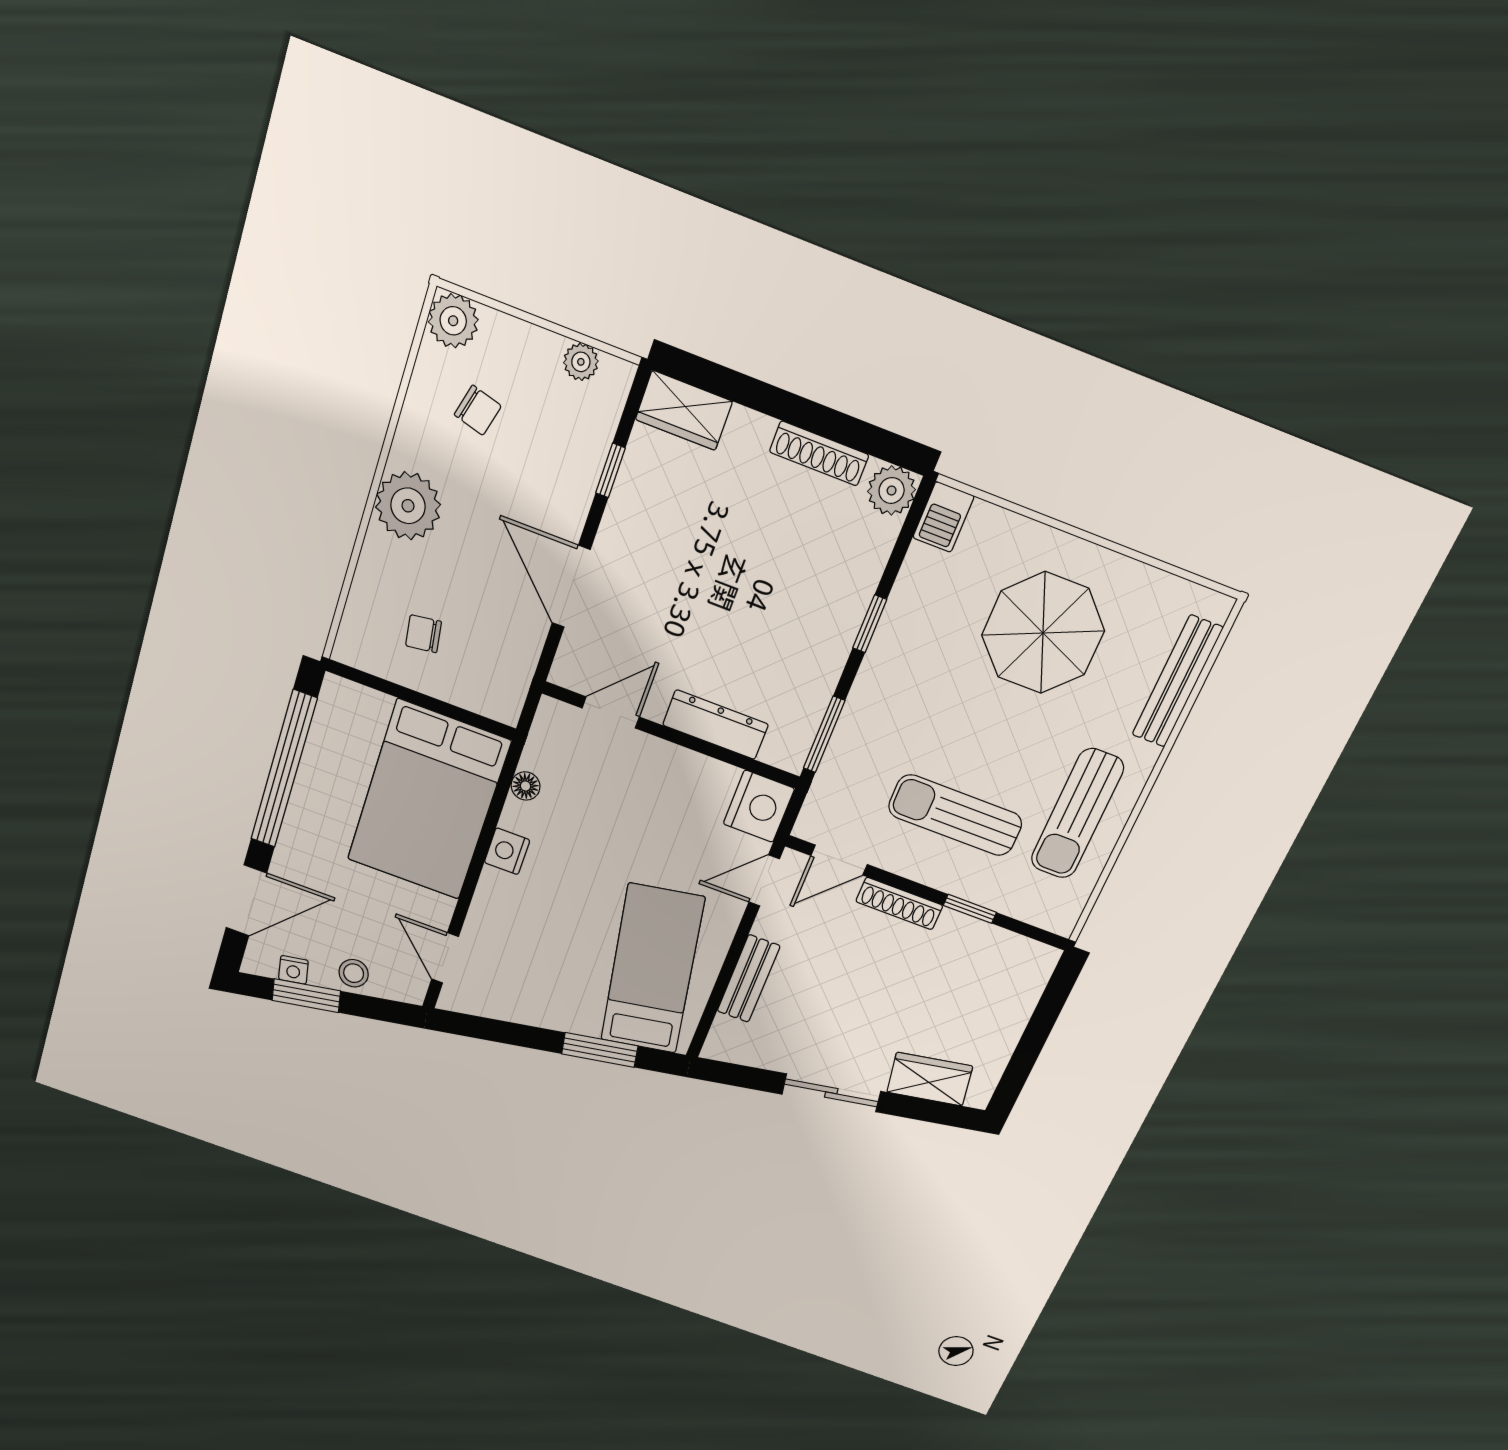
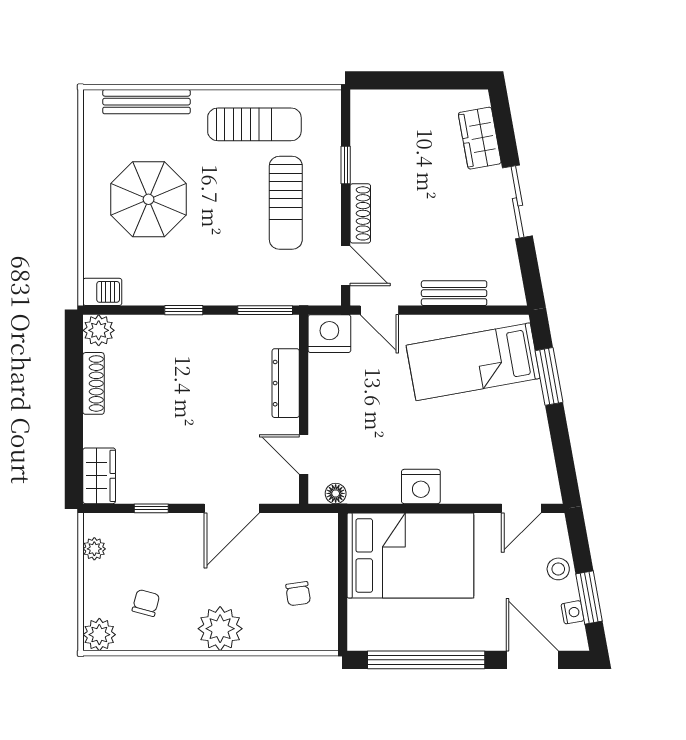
floor lamp: (526, 786) -> (336, 493), moved
nightstand: (507, 851) -> (421, 486), width x1.36, depth x1.33

